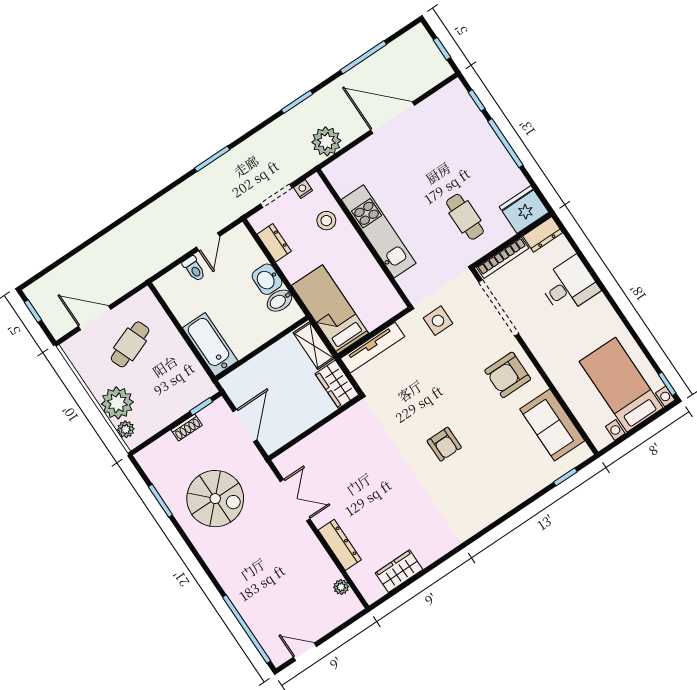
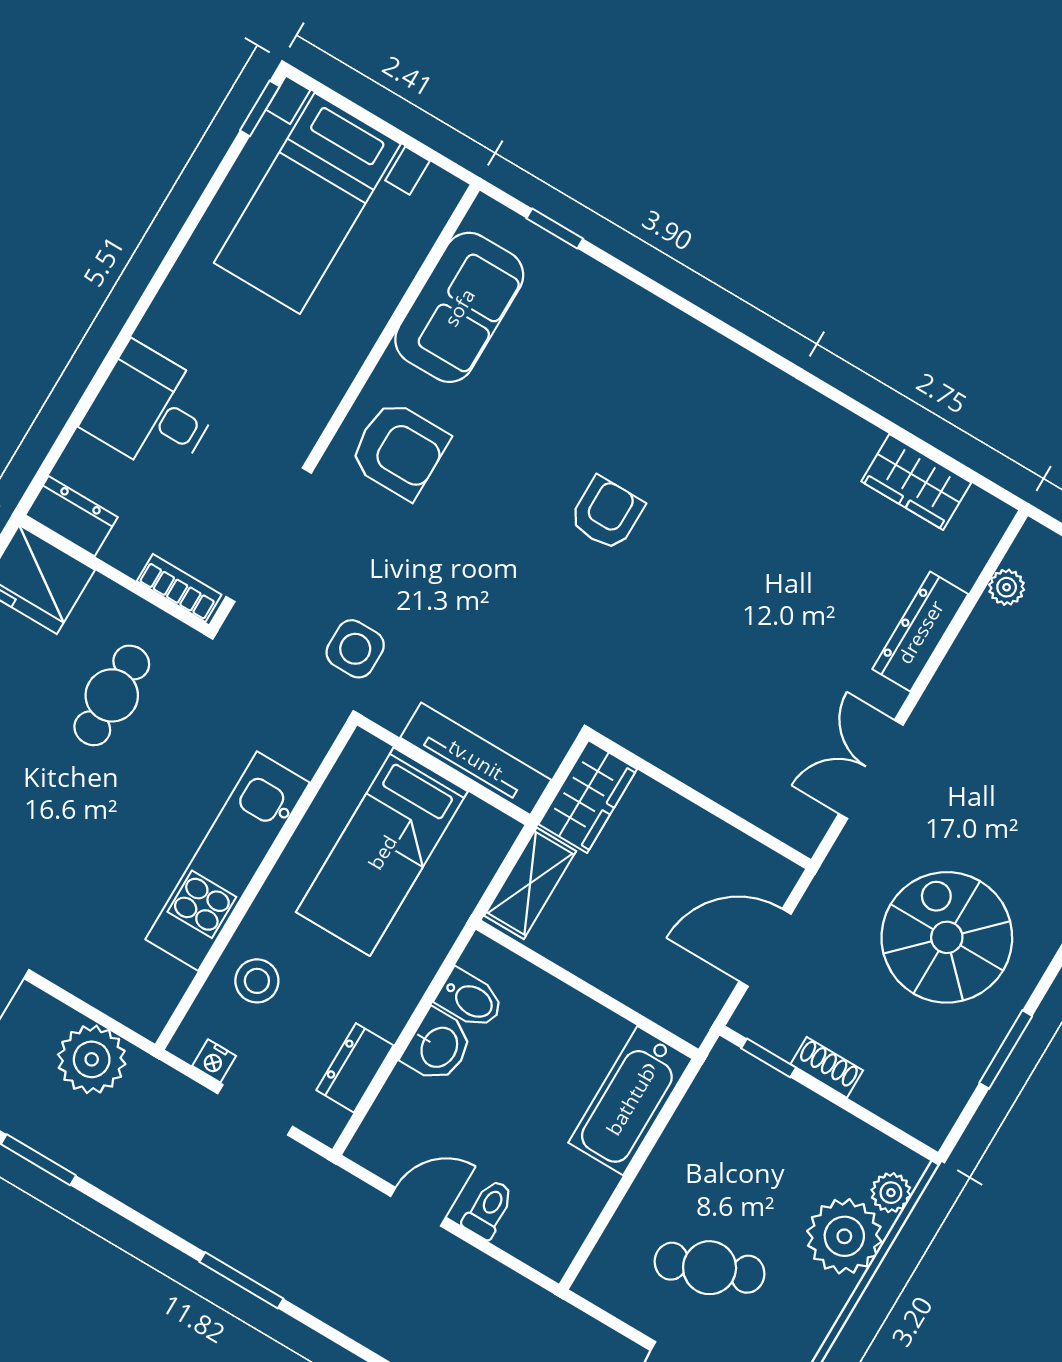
bookcase: (503, 258) -> (179, 588), width x0.64
bed: (330, 309) -> (382, 852), moved

